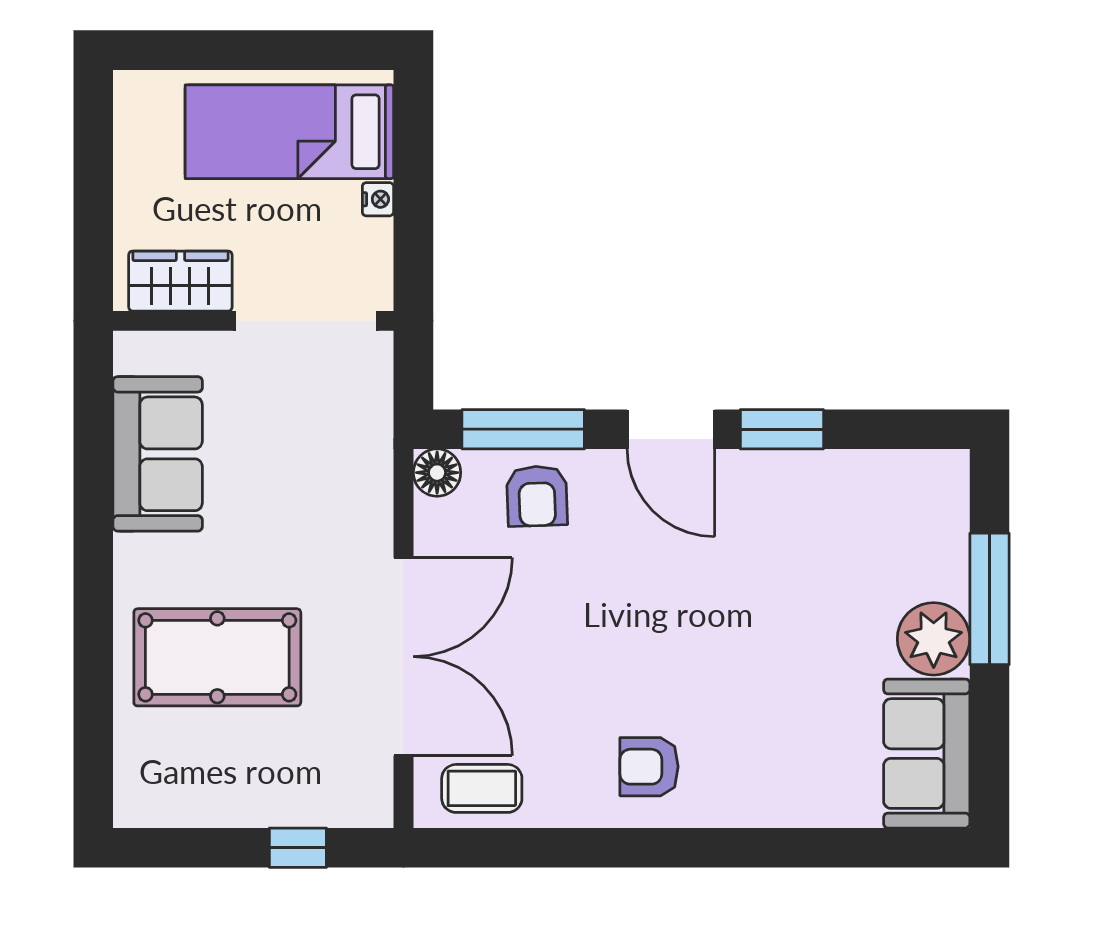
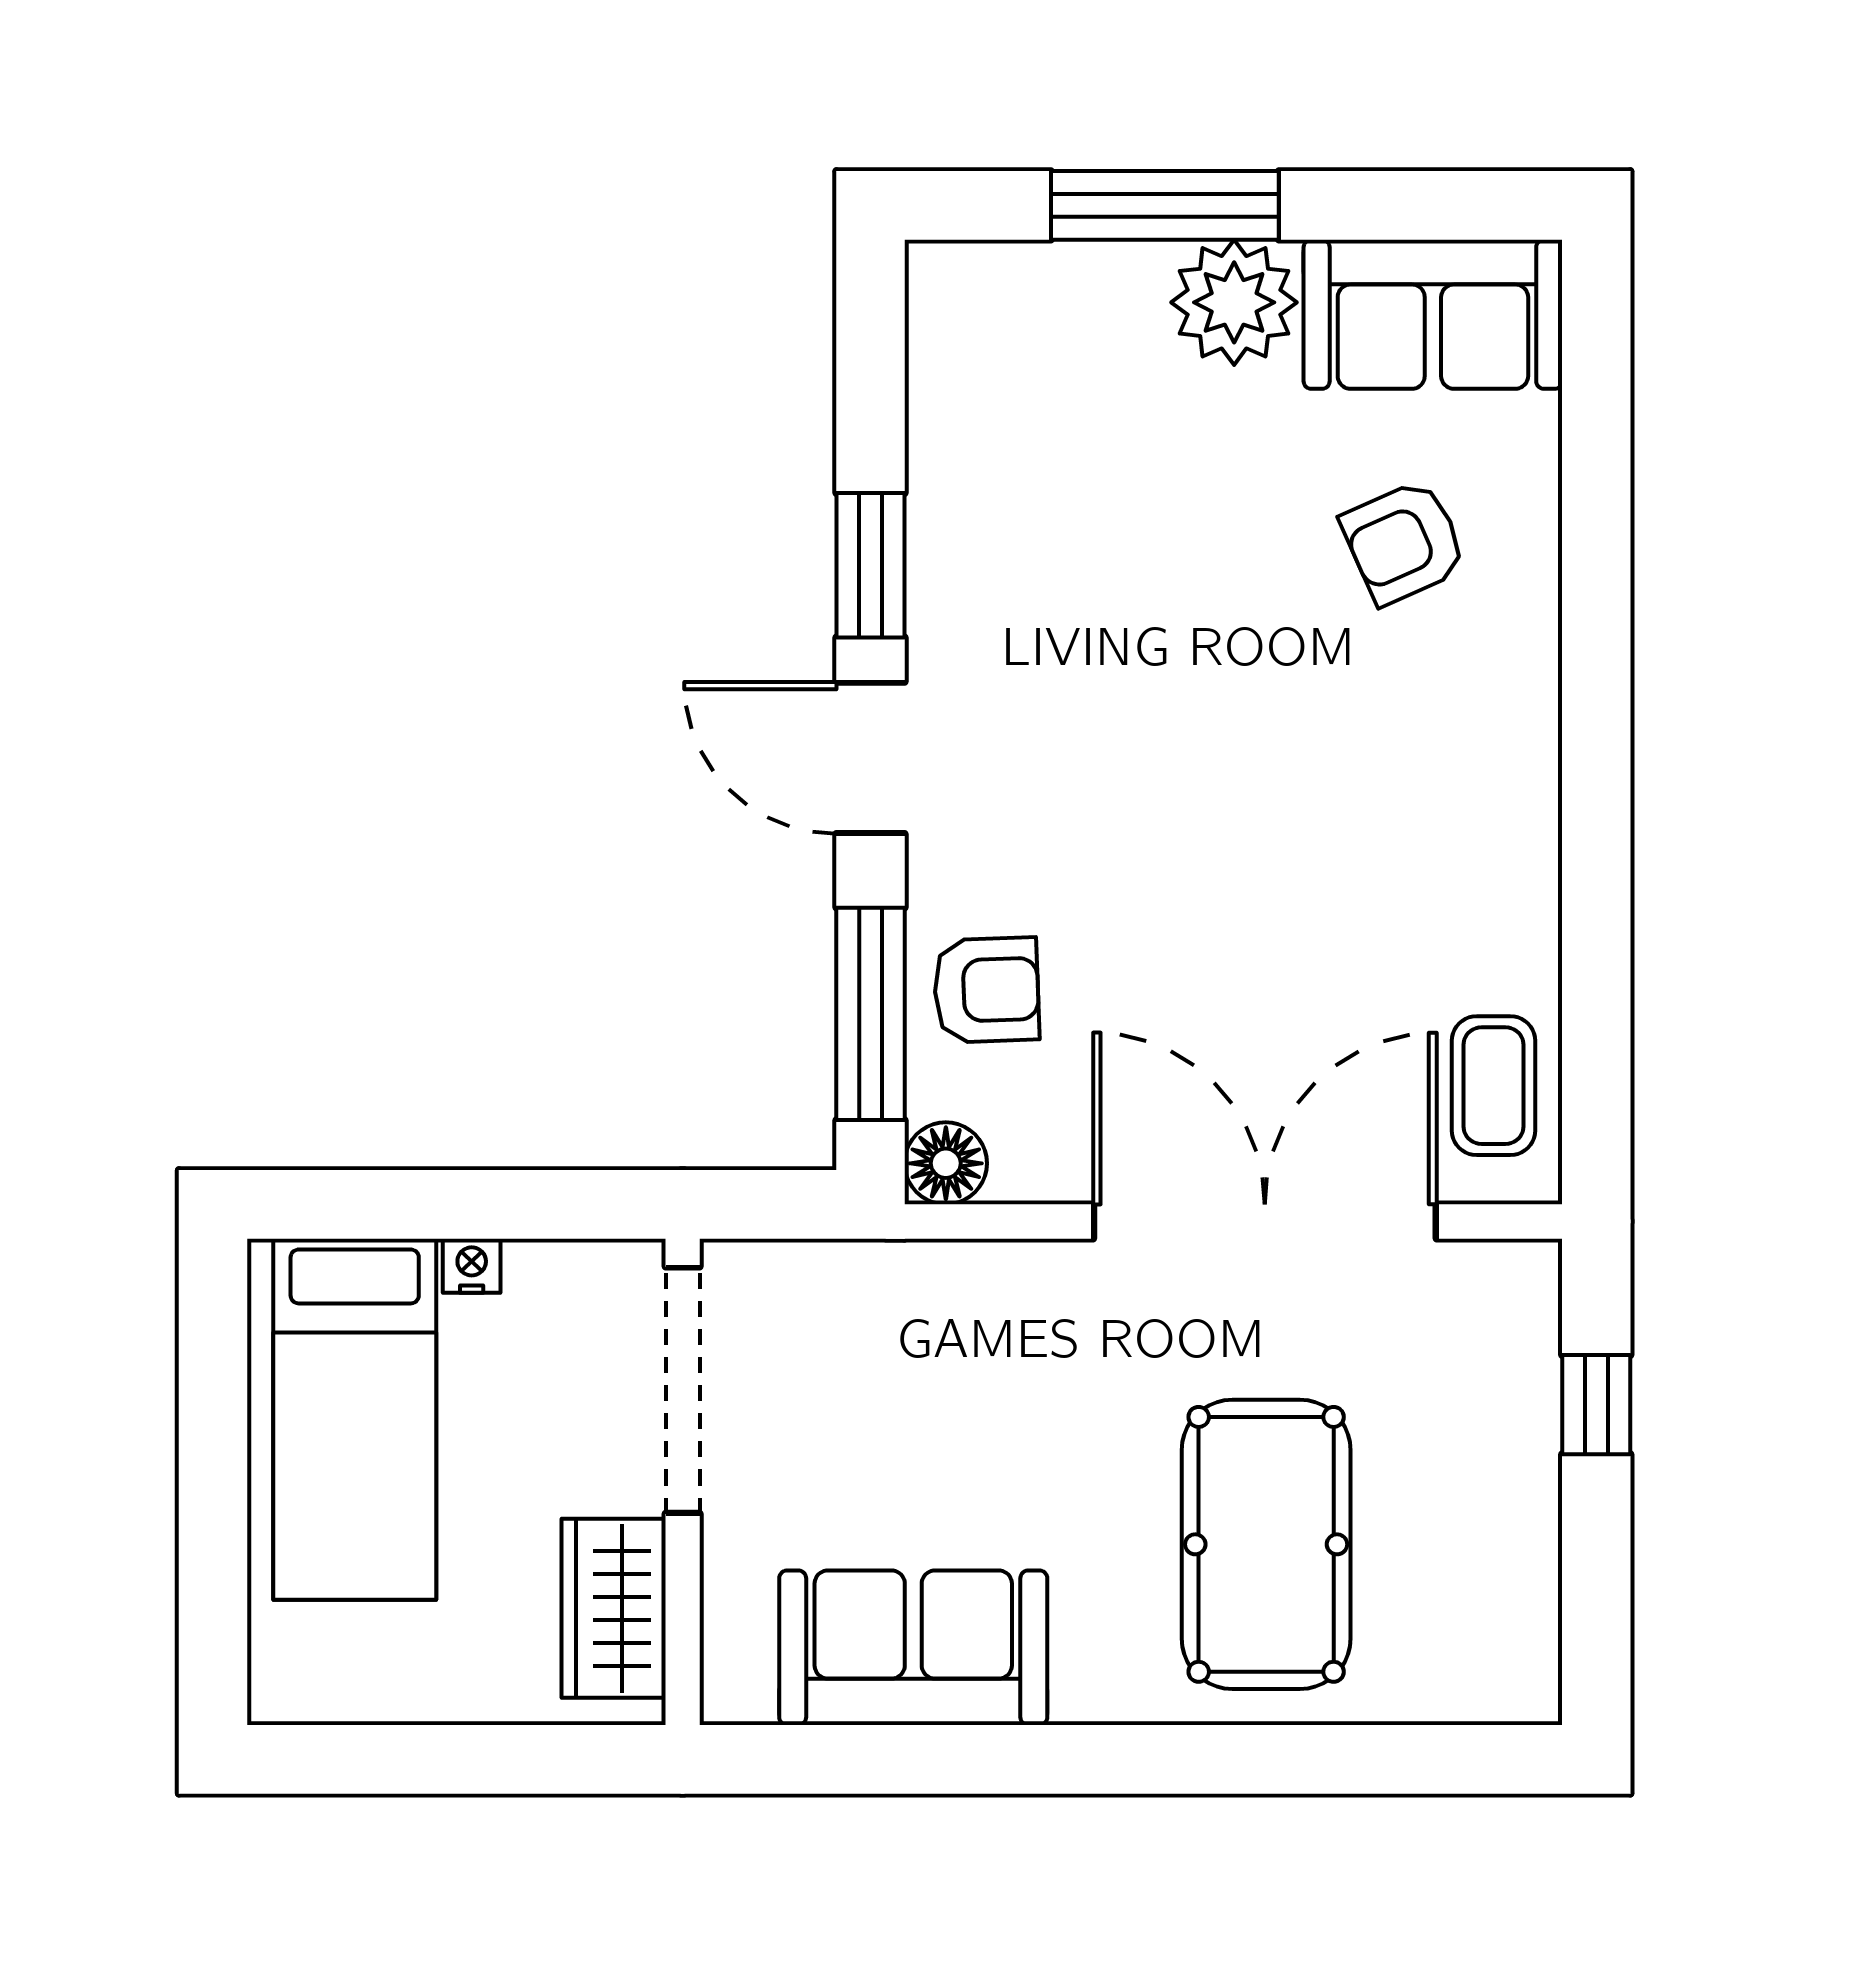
door: (671, 429) -> (871, 758), swing flipped
armchair: (649, 767) -> (1404, 542), moved, turned 66

